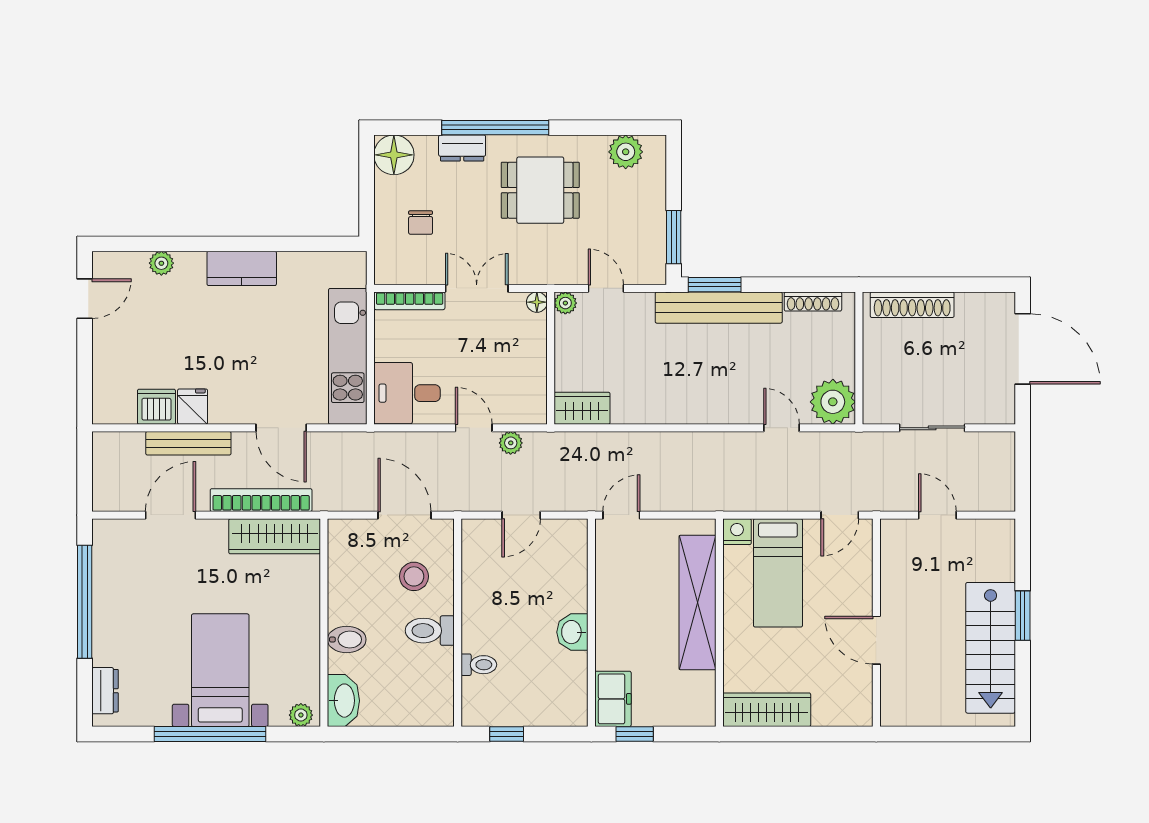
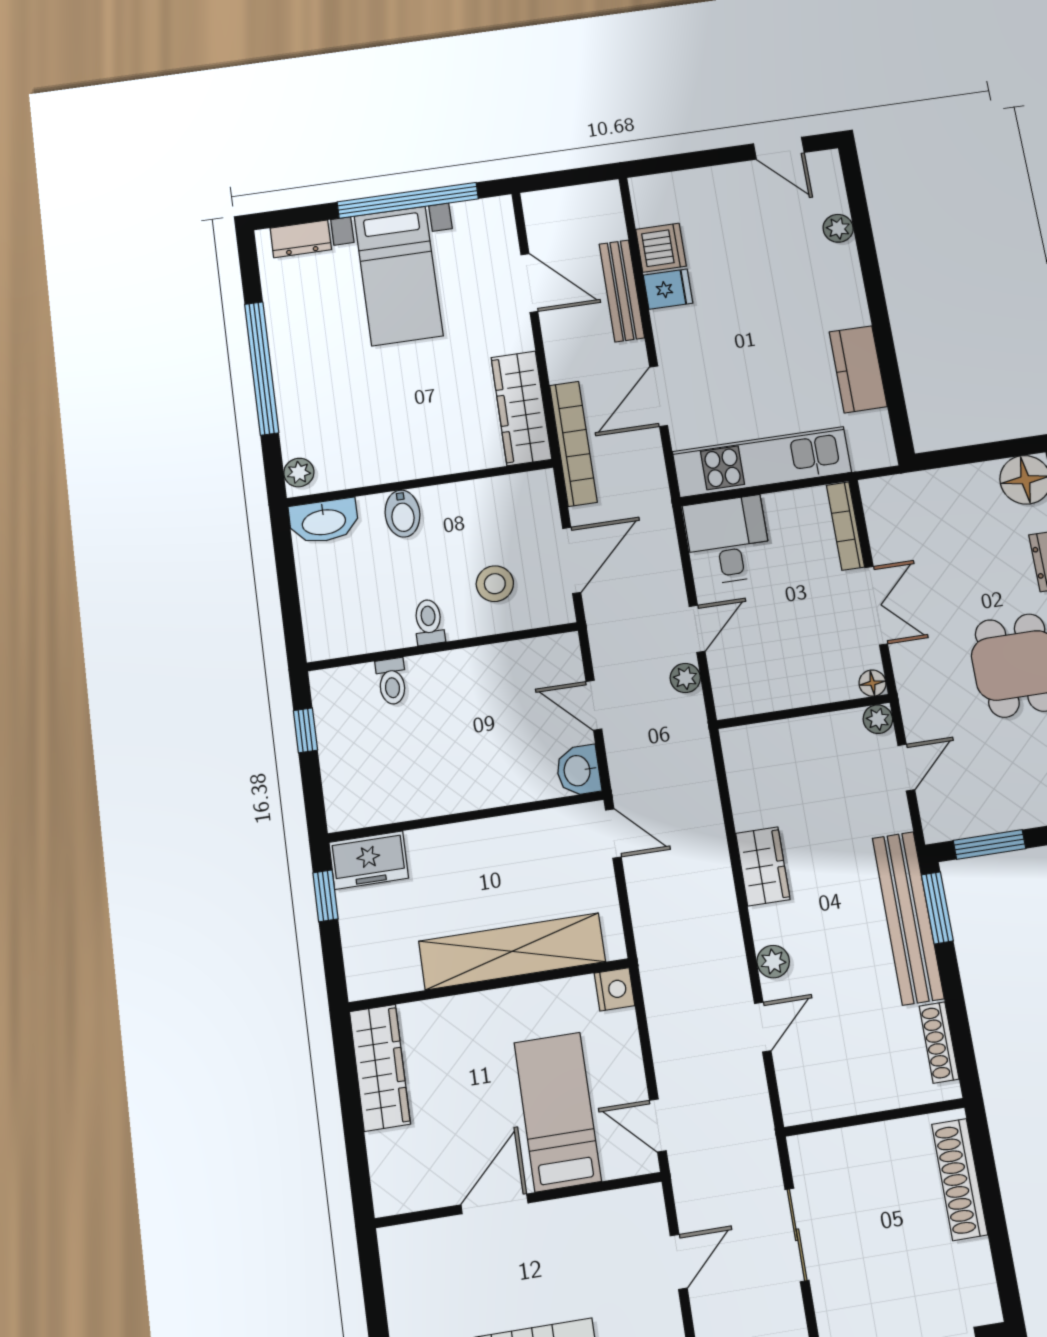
chair: (421, 223) -> (947, 525), removed
kitchen counter: (242, 268) -> (858, 369), moved
plant: (833, 402) -> (773, 962), moved, width x0.53, depth x0.53
wardrobe: (582, 408) -> (763, 866), moved
bookcase: (261, 500) -> (573, 444), moved
bed: (778, 573) -> (558, 1112), moved, turned 90
toilet: (430, 631) -> (429, 622), width x0.73, depth x0.72
washbasin: (572, 632) -> (578, 770), moved, turned -90
bed with nightstands: (220, 670) -> (399, 276), moved, turned 90

